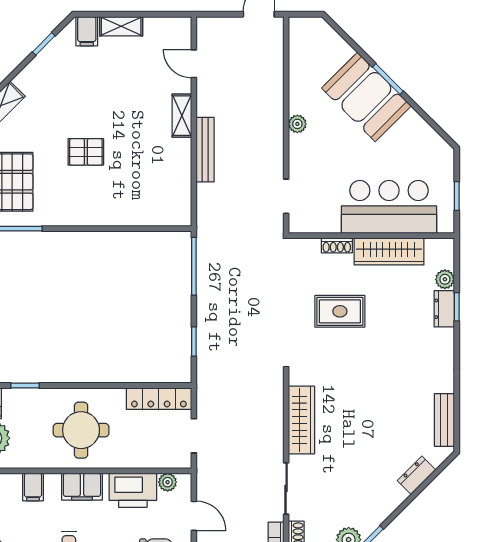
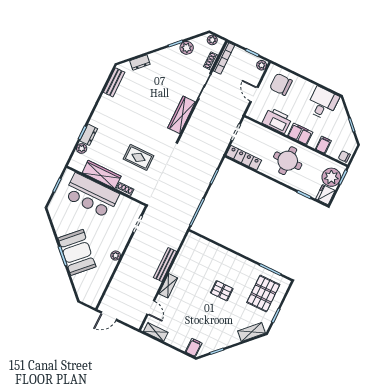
shelving: (121, 26) -> (156, 332), moved
plant: (168, 482) -> (259, 116), removed

